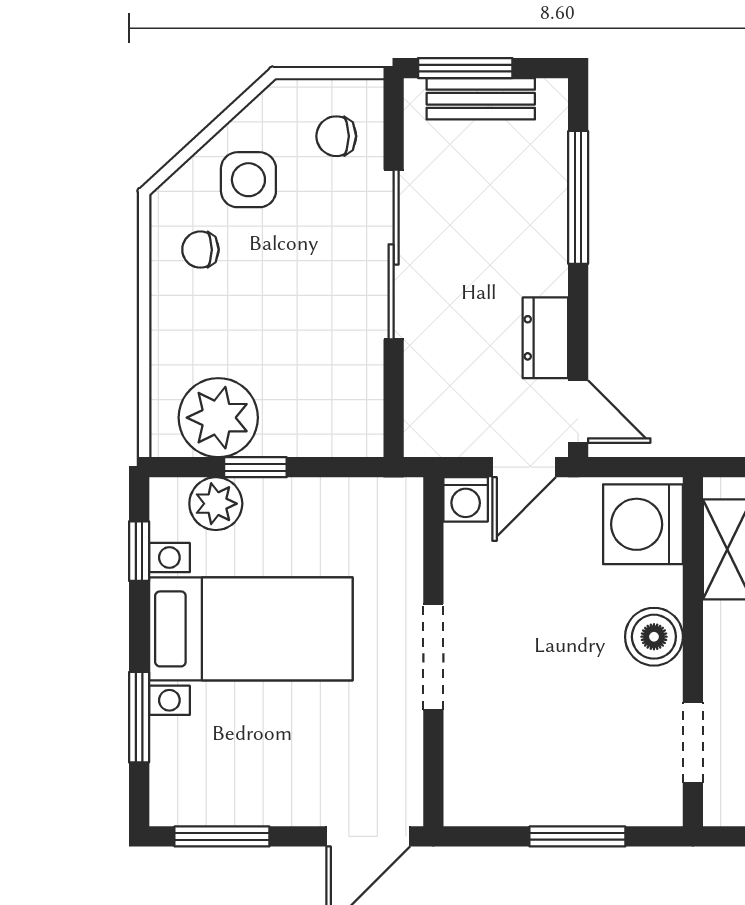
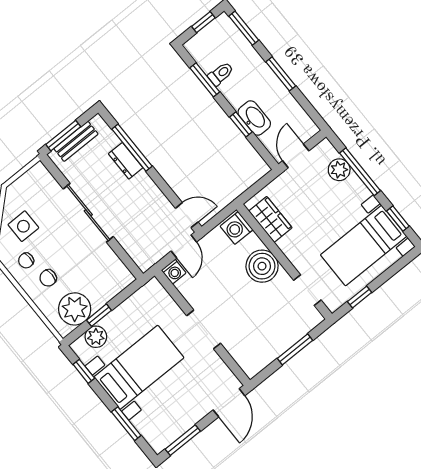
chair: (336, 136) -> (48, 278), moved
dresser: (545, 338) -> (126, 161), moved
washing machine: (643, 524) -> (237, 228), width x0.73, depth x0.73
boiler: (654, 637) -> (262, 266), width x1.37, depth x1.37

